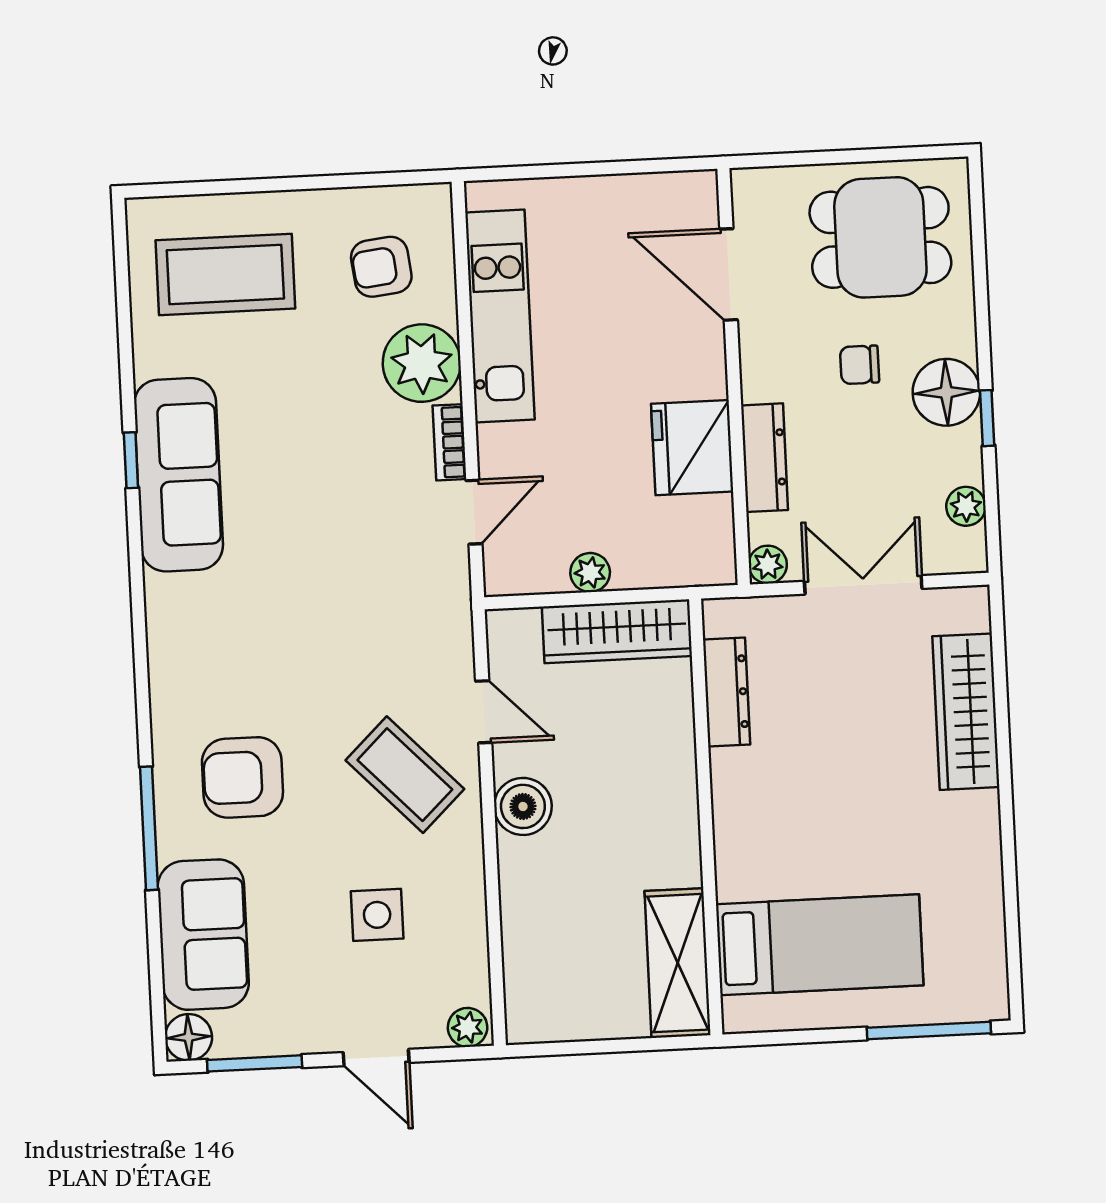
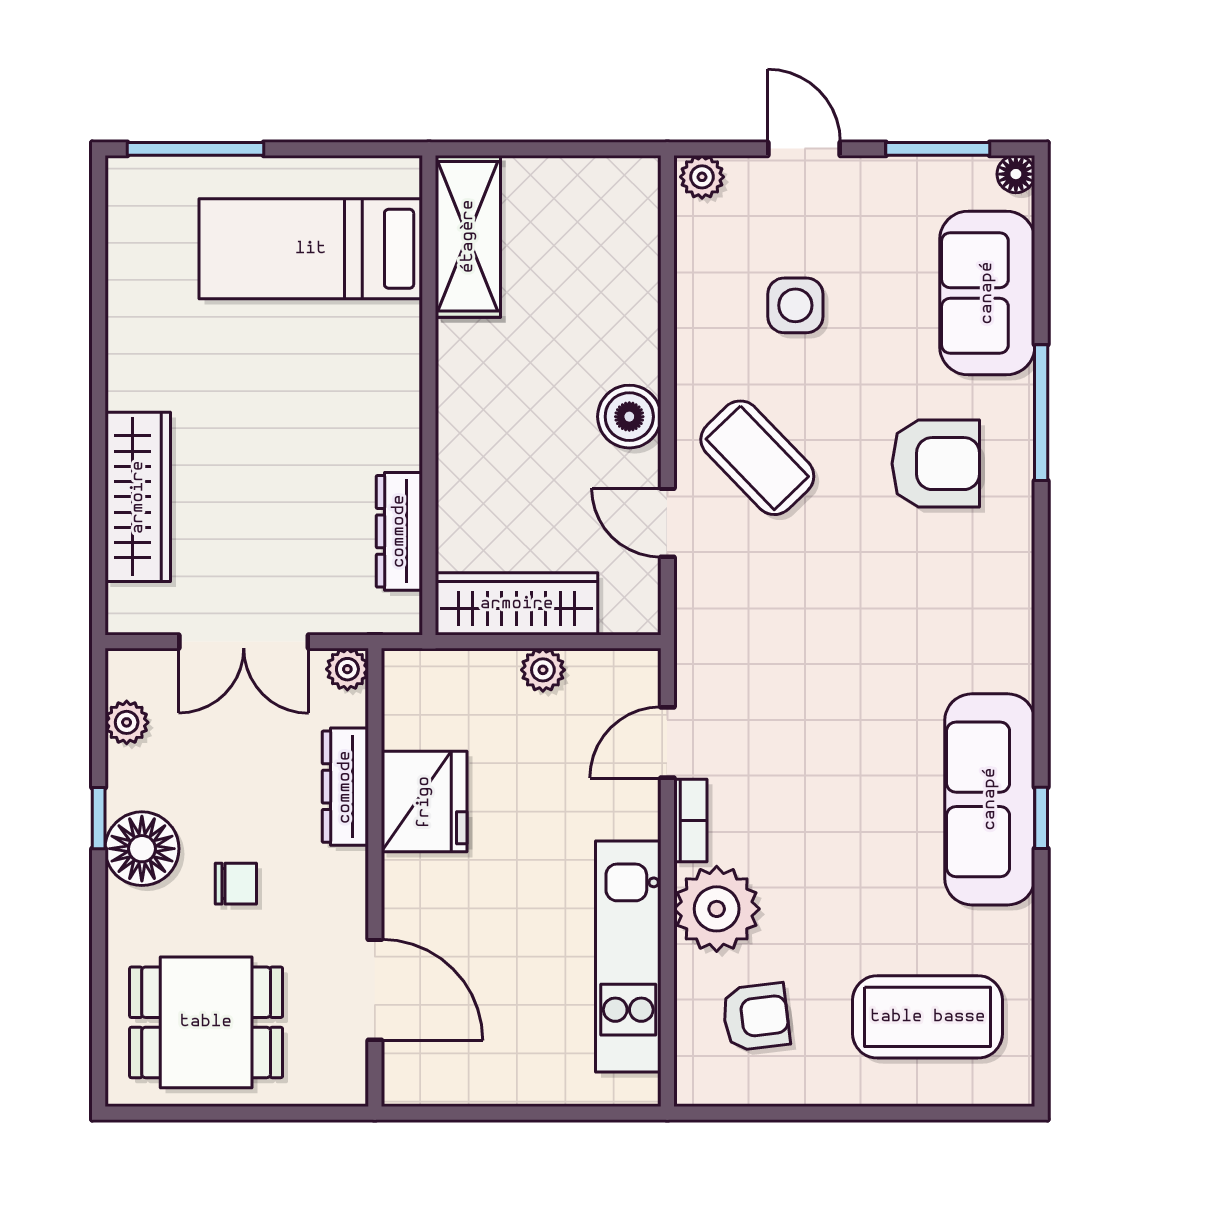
floor lamp: (189, 1037) -> (1016, 174), width x0.73, depth x0.73

